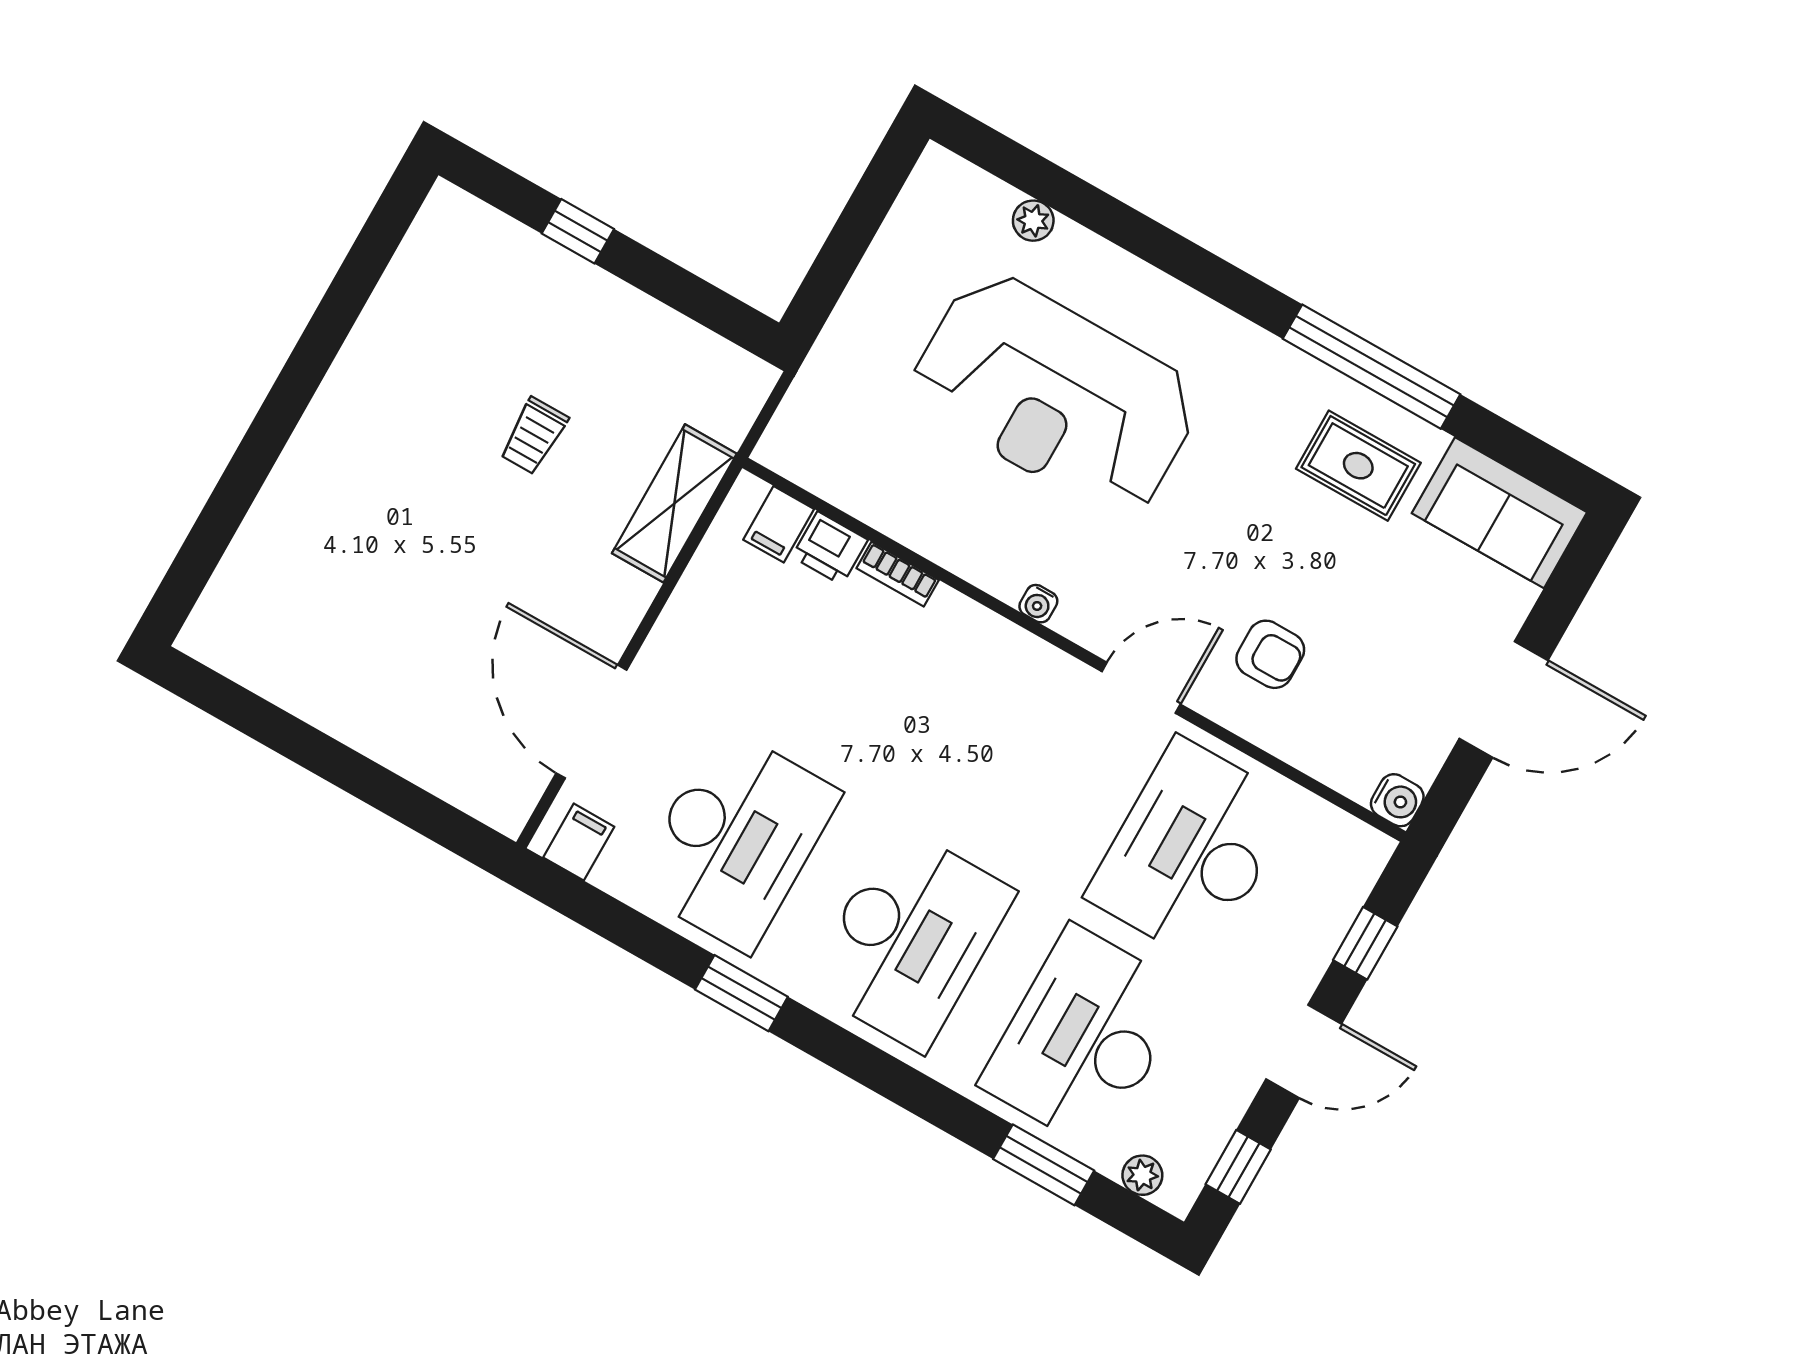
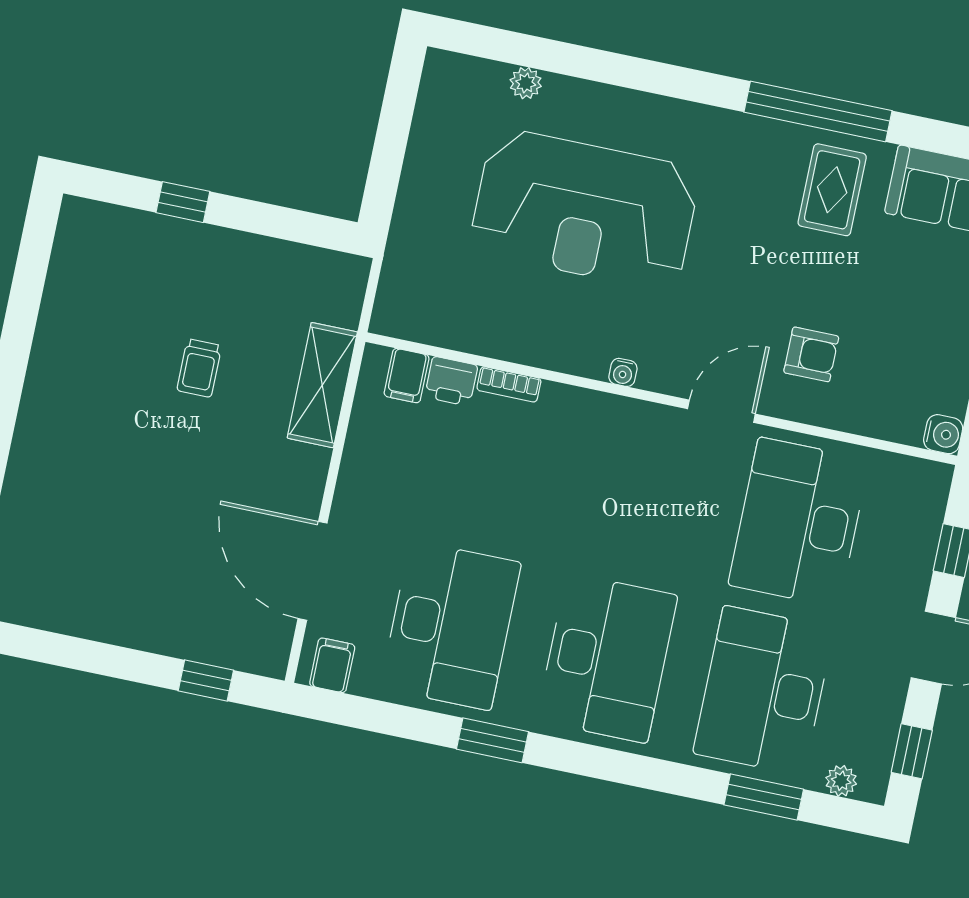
rug: (1358, 466) -> (832, 190), turned 90
window: (422, 812) -> (206, 680), added

